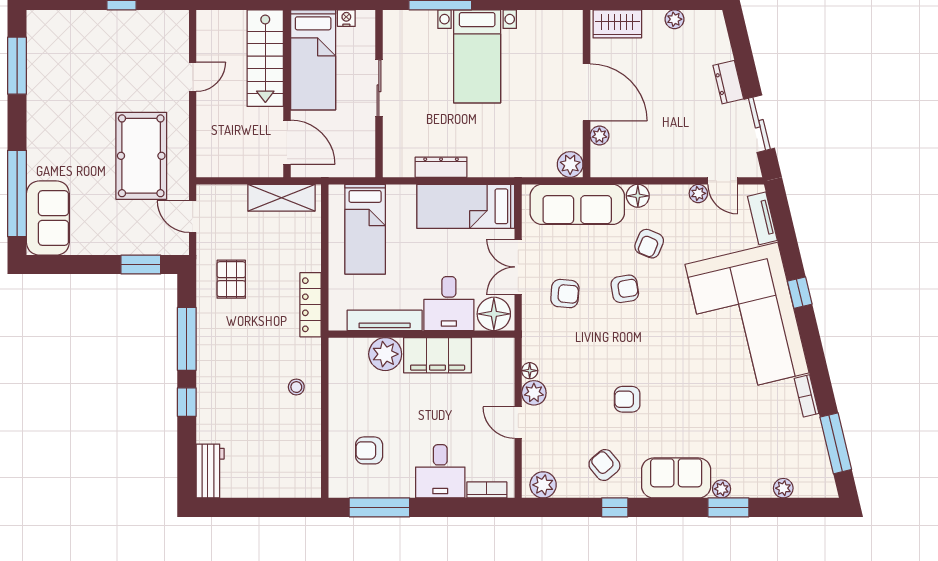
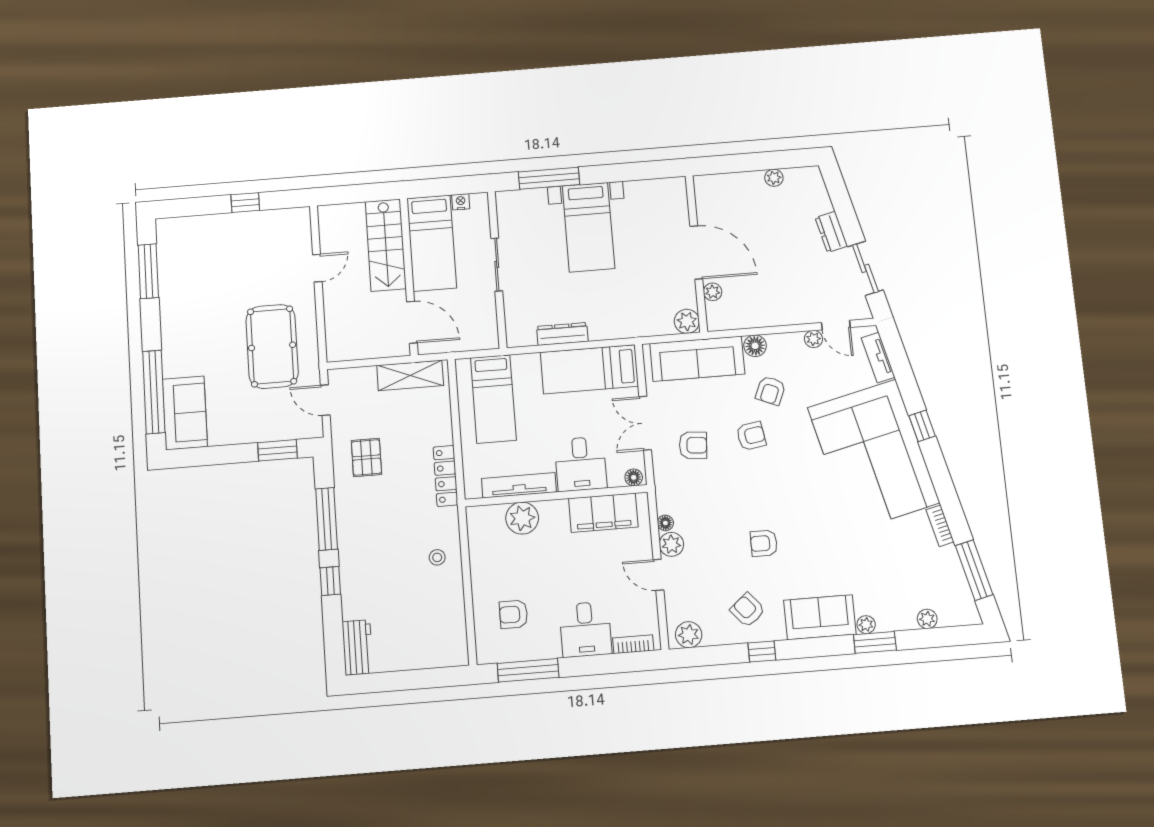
wardrobe: (617, 24) -> (720, 186), removed
floor lamp: (494, 314) -> (634, 477), width x0.53, depth x0.53
filing cabinet: (438, 355) -> (603, 513), moved

